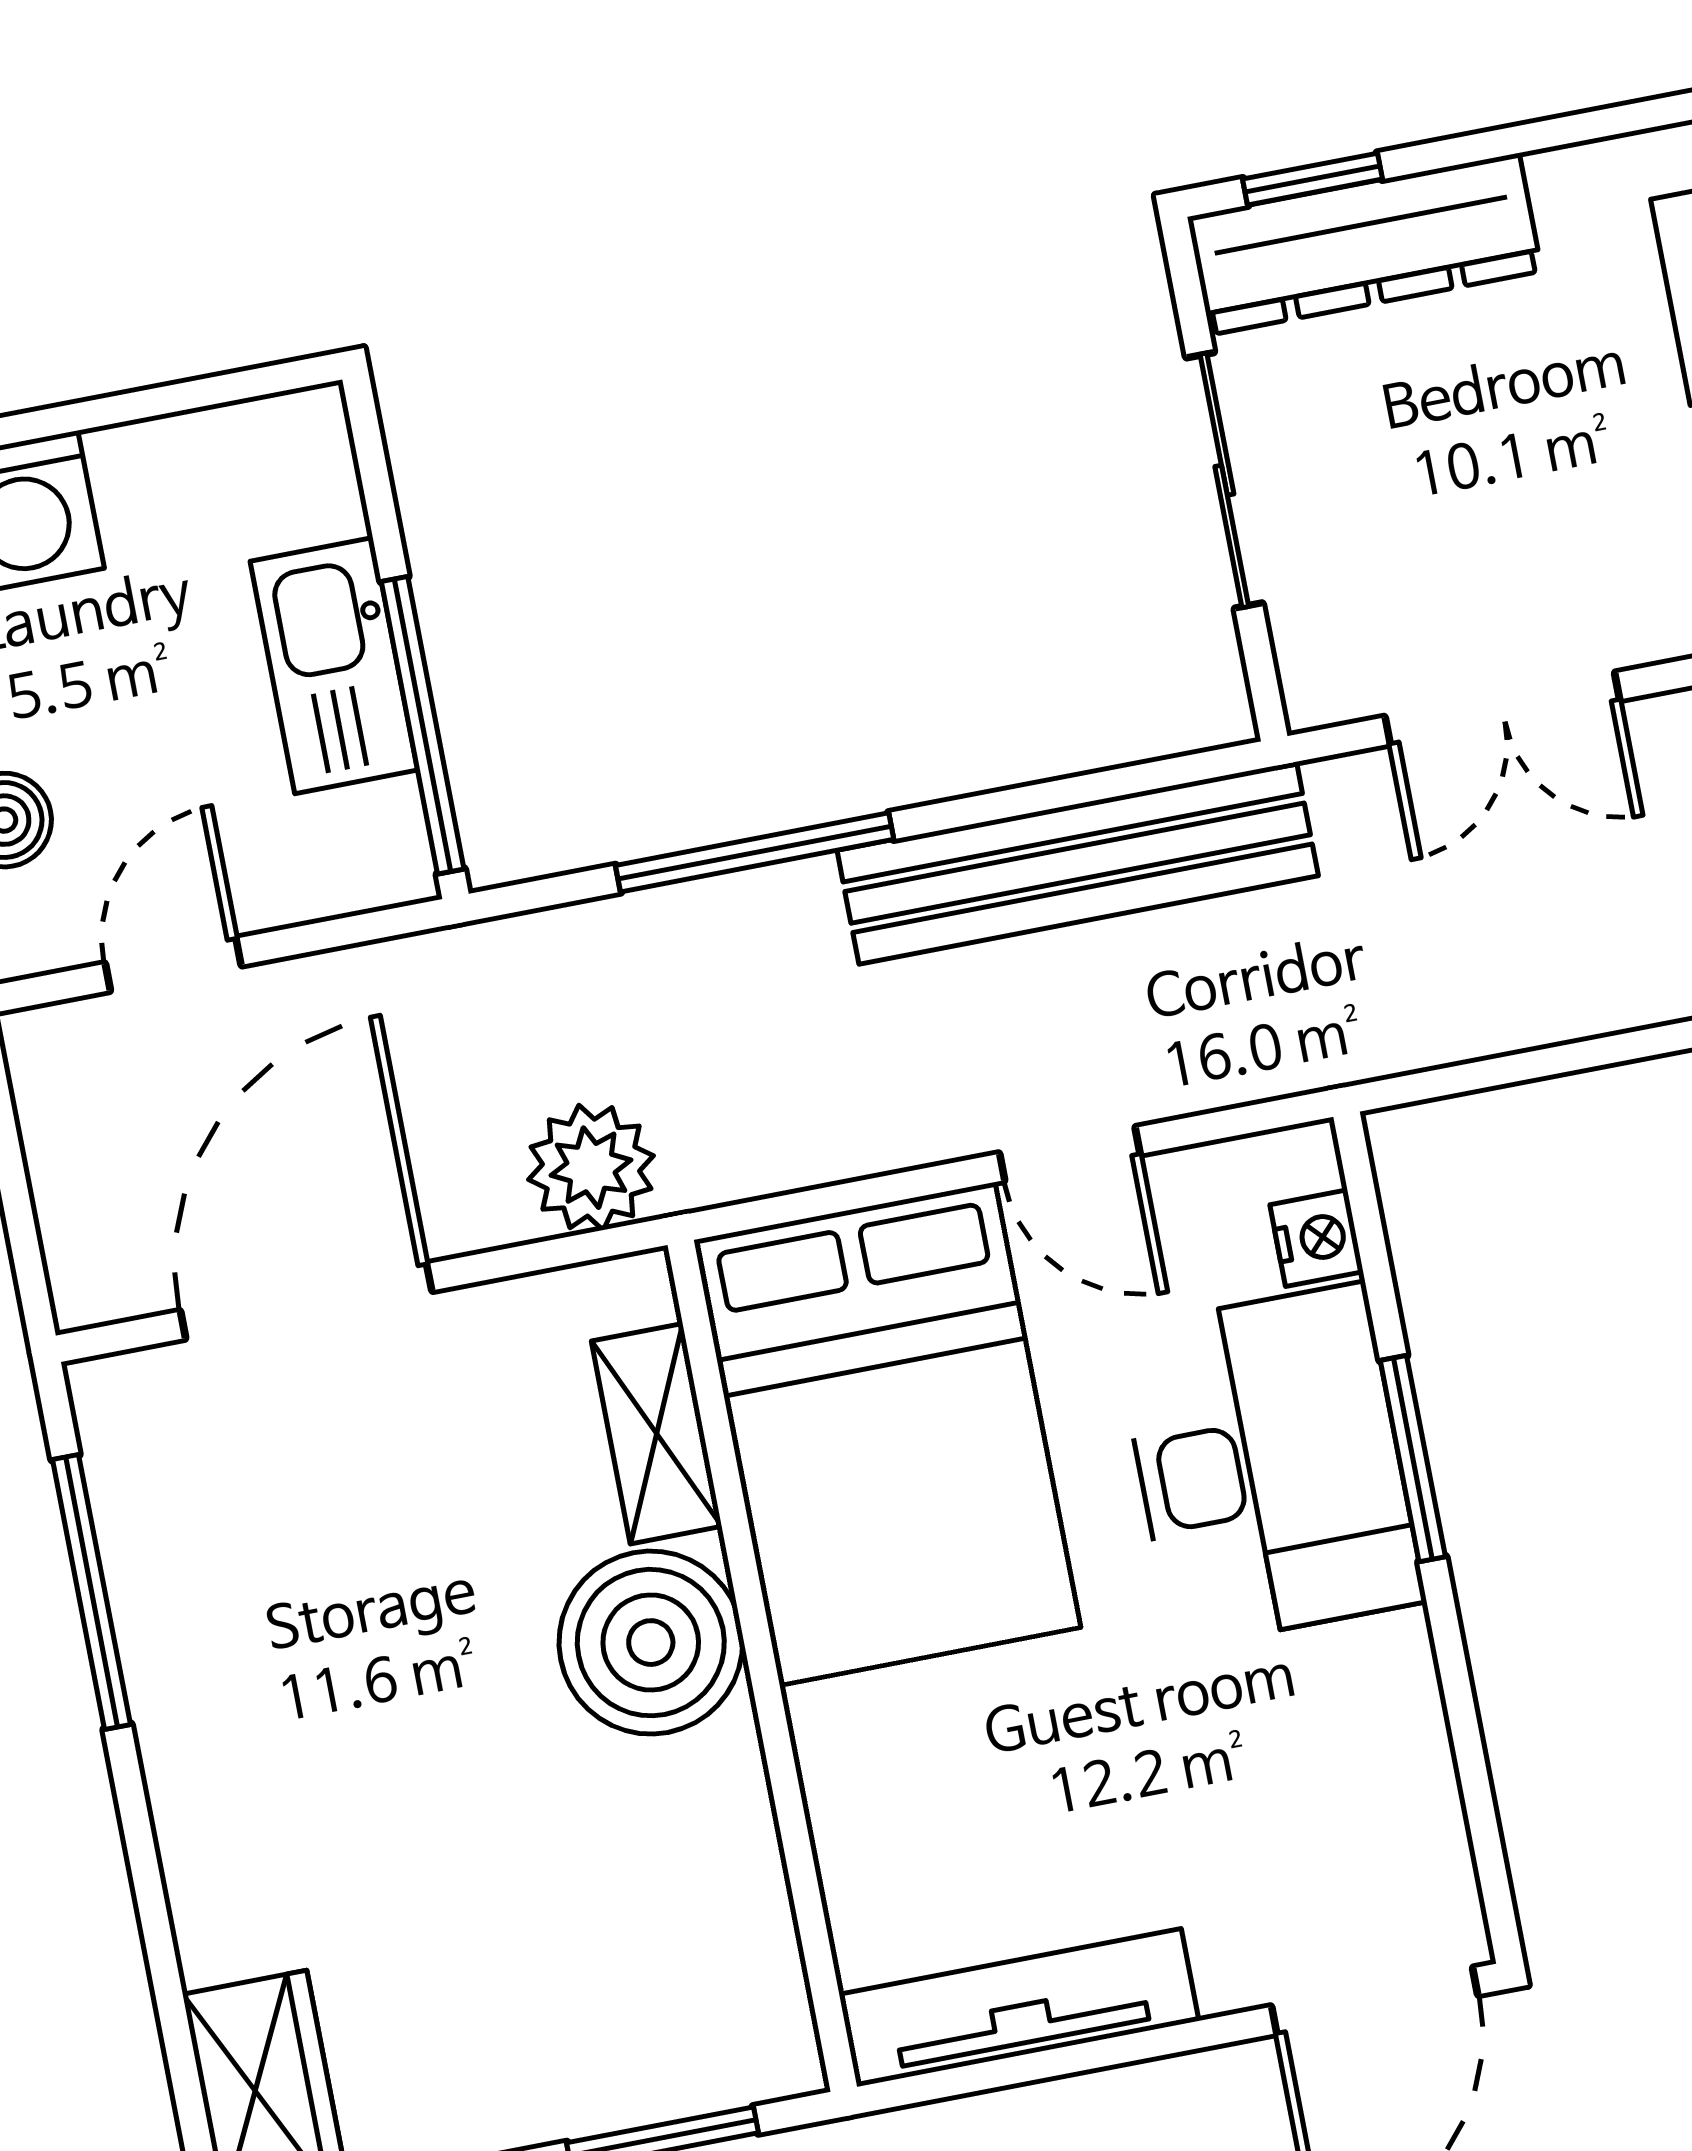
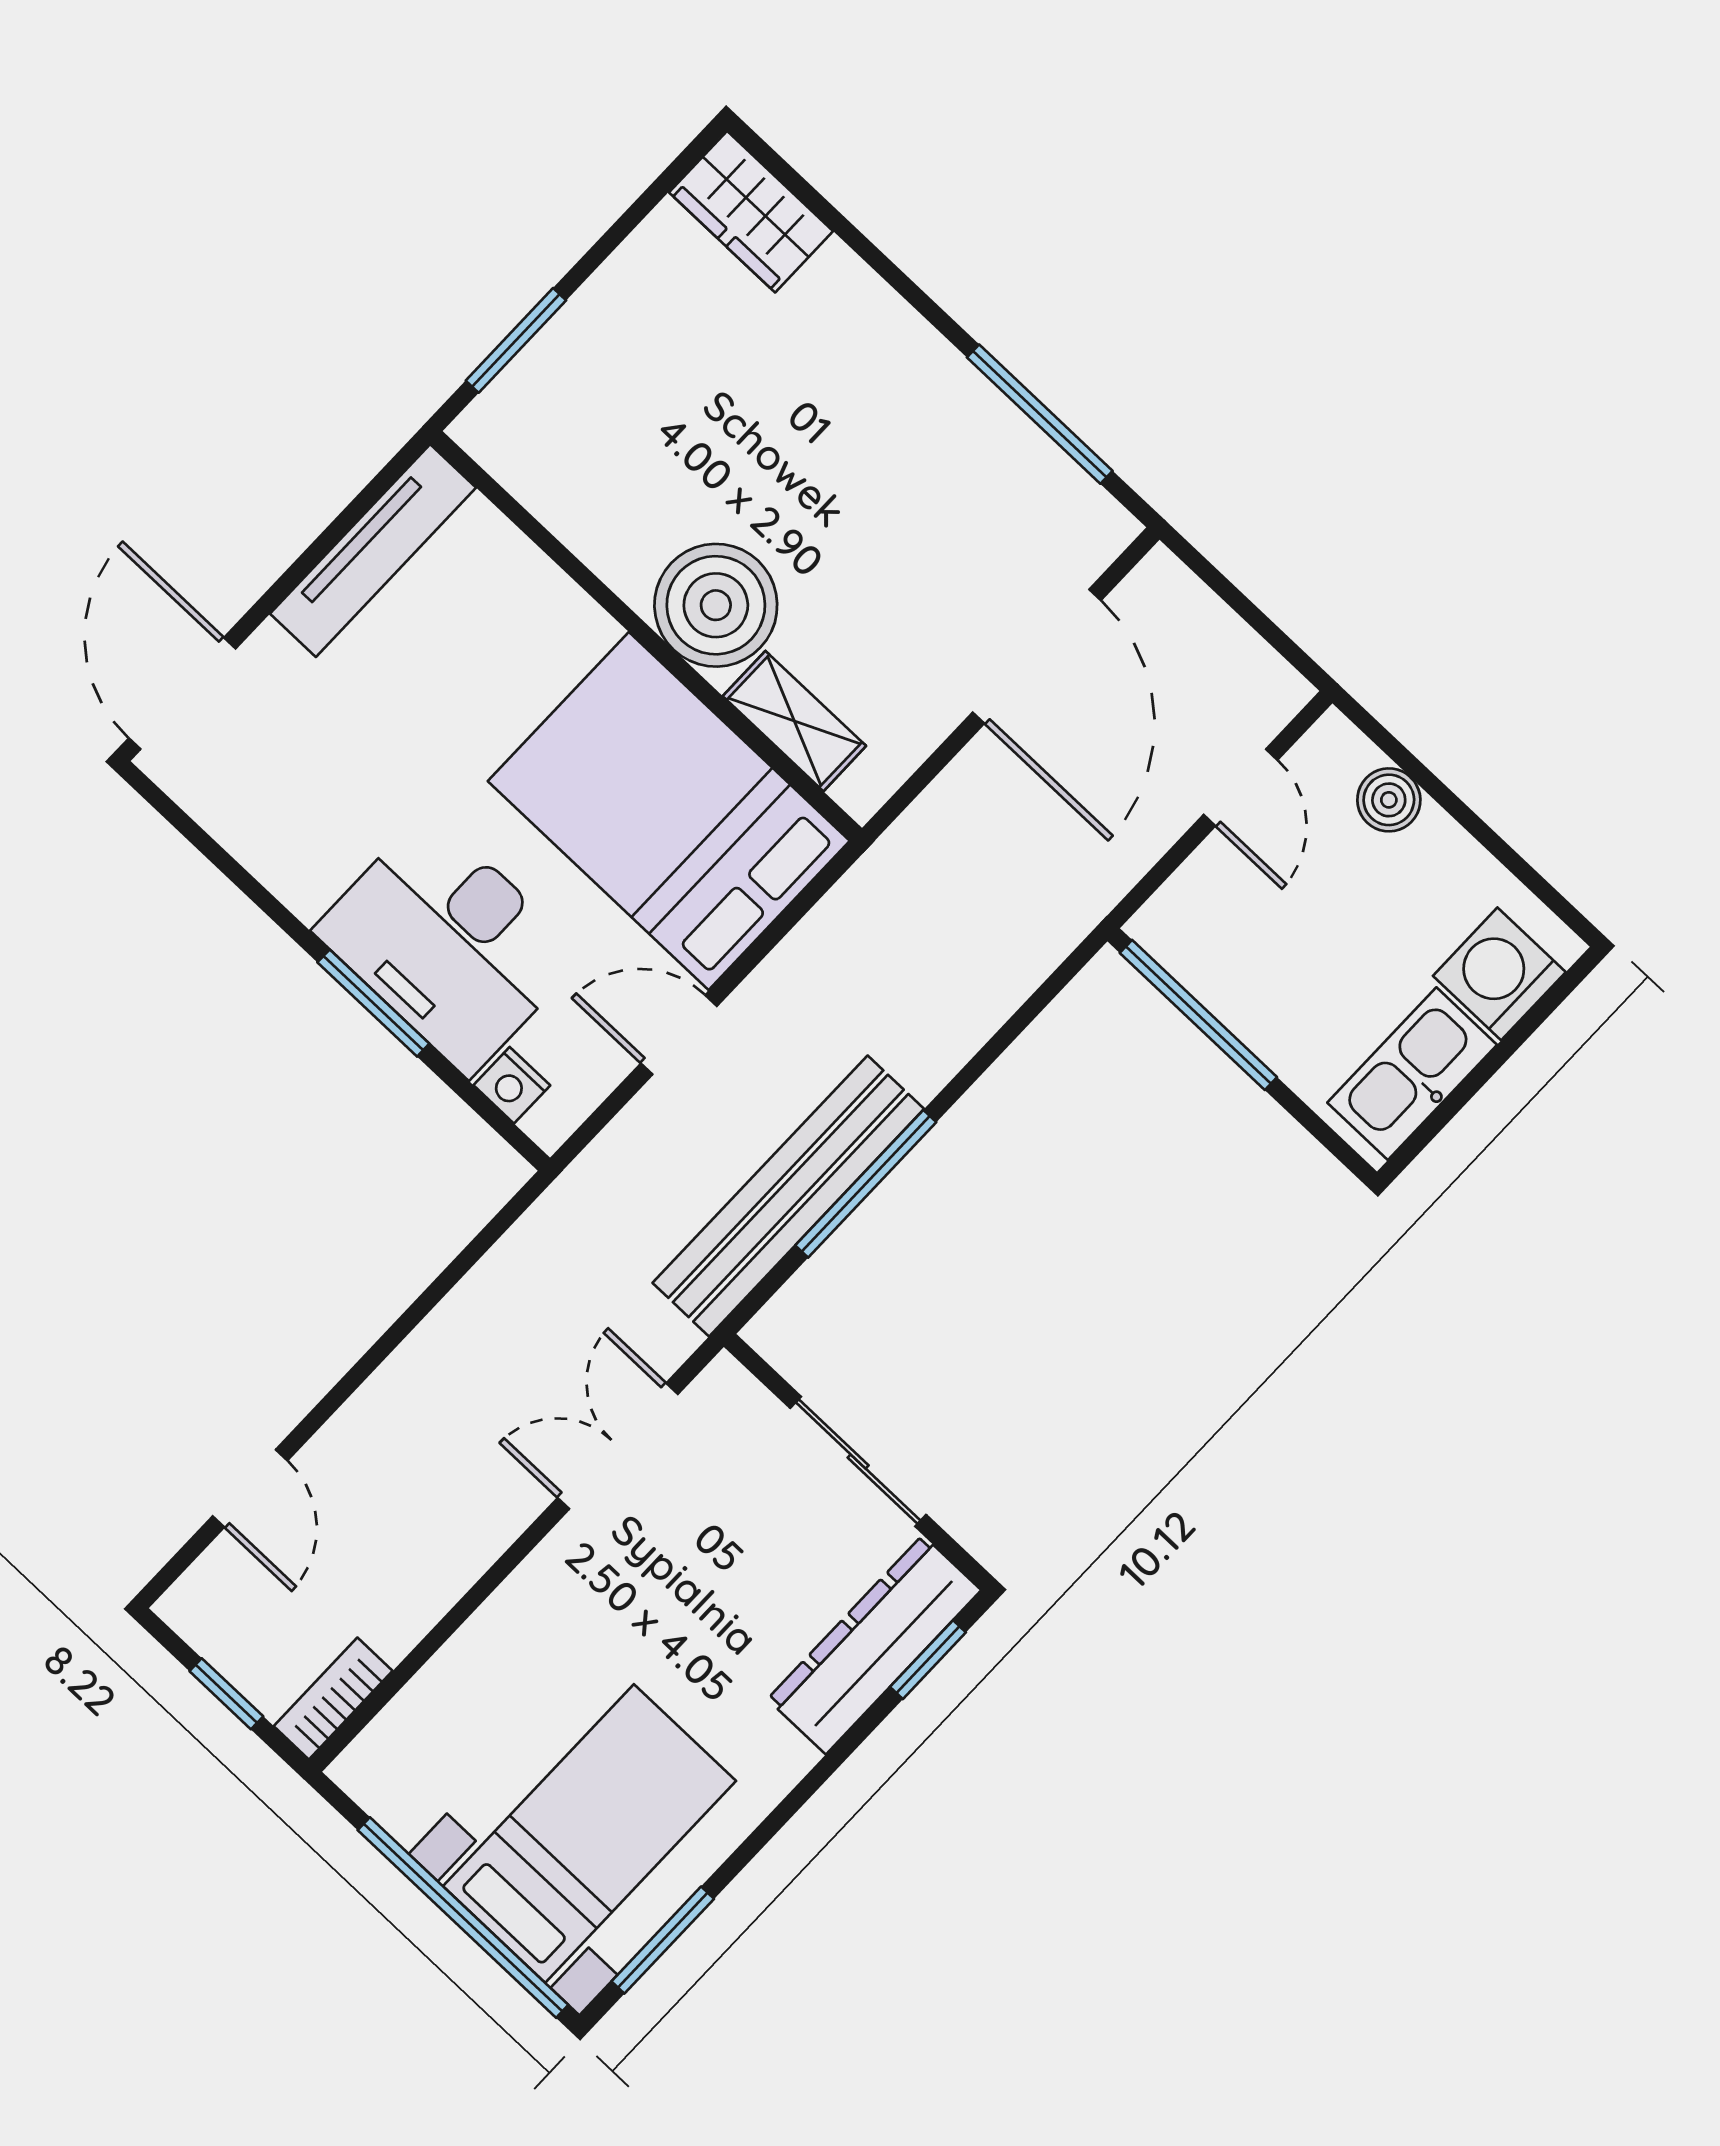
kitchen sink: (334, 666) -> (1412, 1074), moved, turned -90
window: (755, 852) -> (866, 1184), moved
plant: (591, 1168) -> (934, 840), removed

